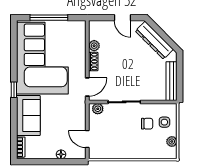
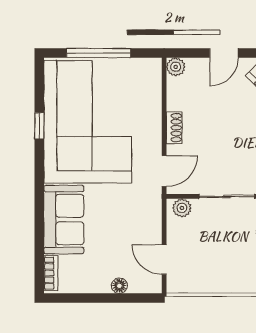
door: (122, 18) -> (224, 53), hinge flipped
plant: (94, 46) -> (176, 67), moved
window: (14, 90) -> (39, 126), moved

